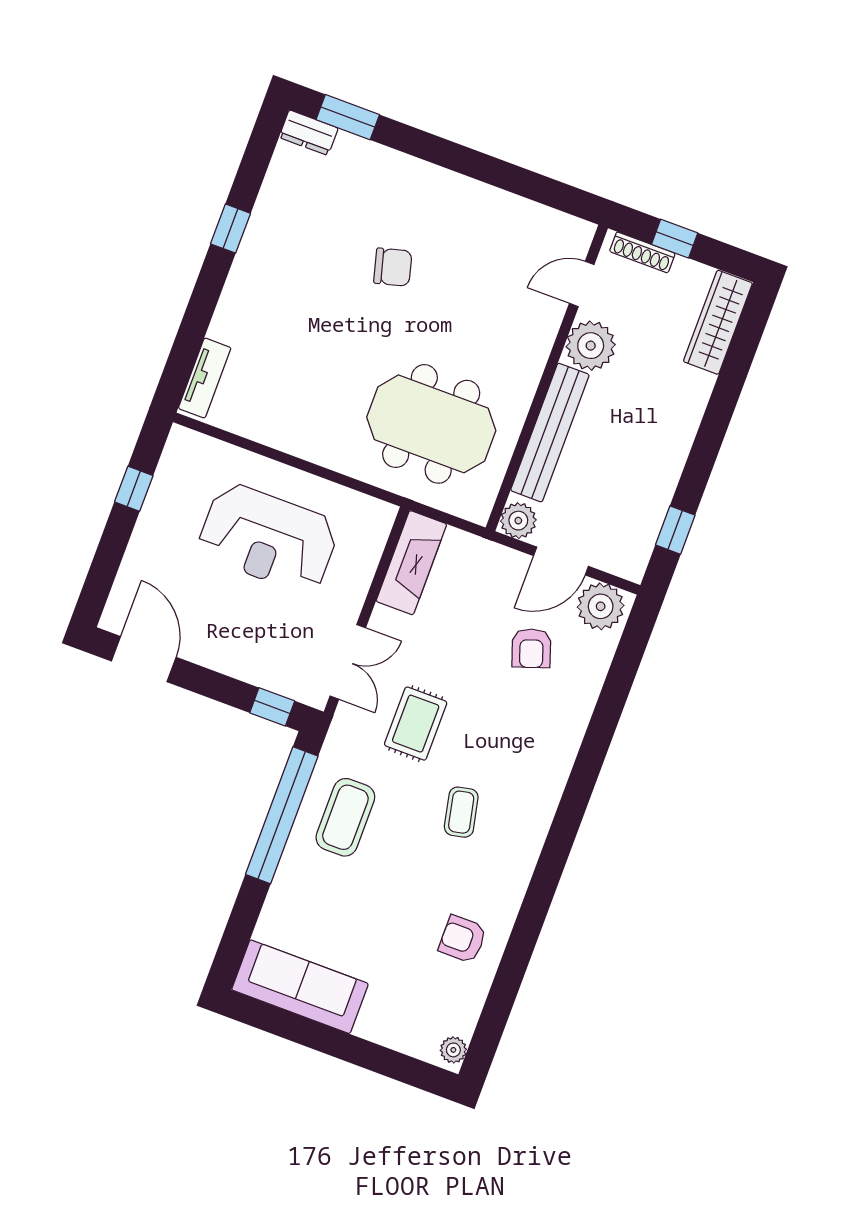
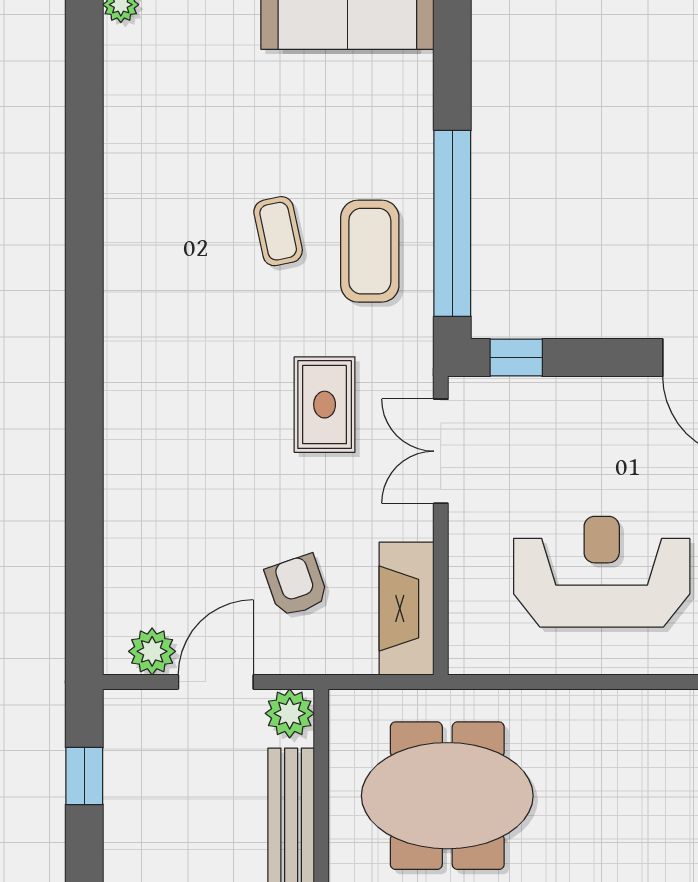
plant: (601, 606) -> (152, 651), width x0.73, depth x0.73
armchair: (531, 648) -> (297, 585), moved
coffee table: (461, 812) -> (278, 231), moved
armchair: (463, 939) -> (162, 151), removed

